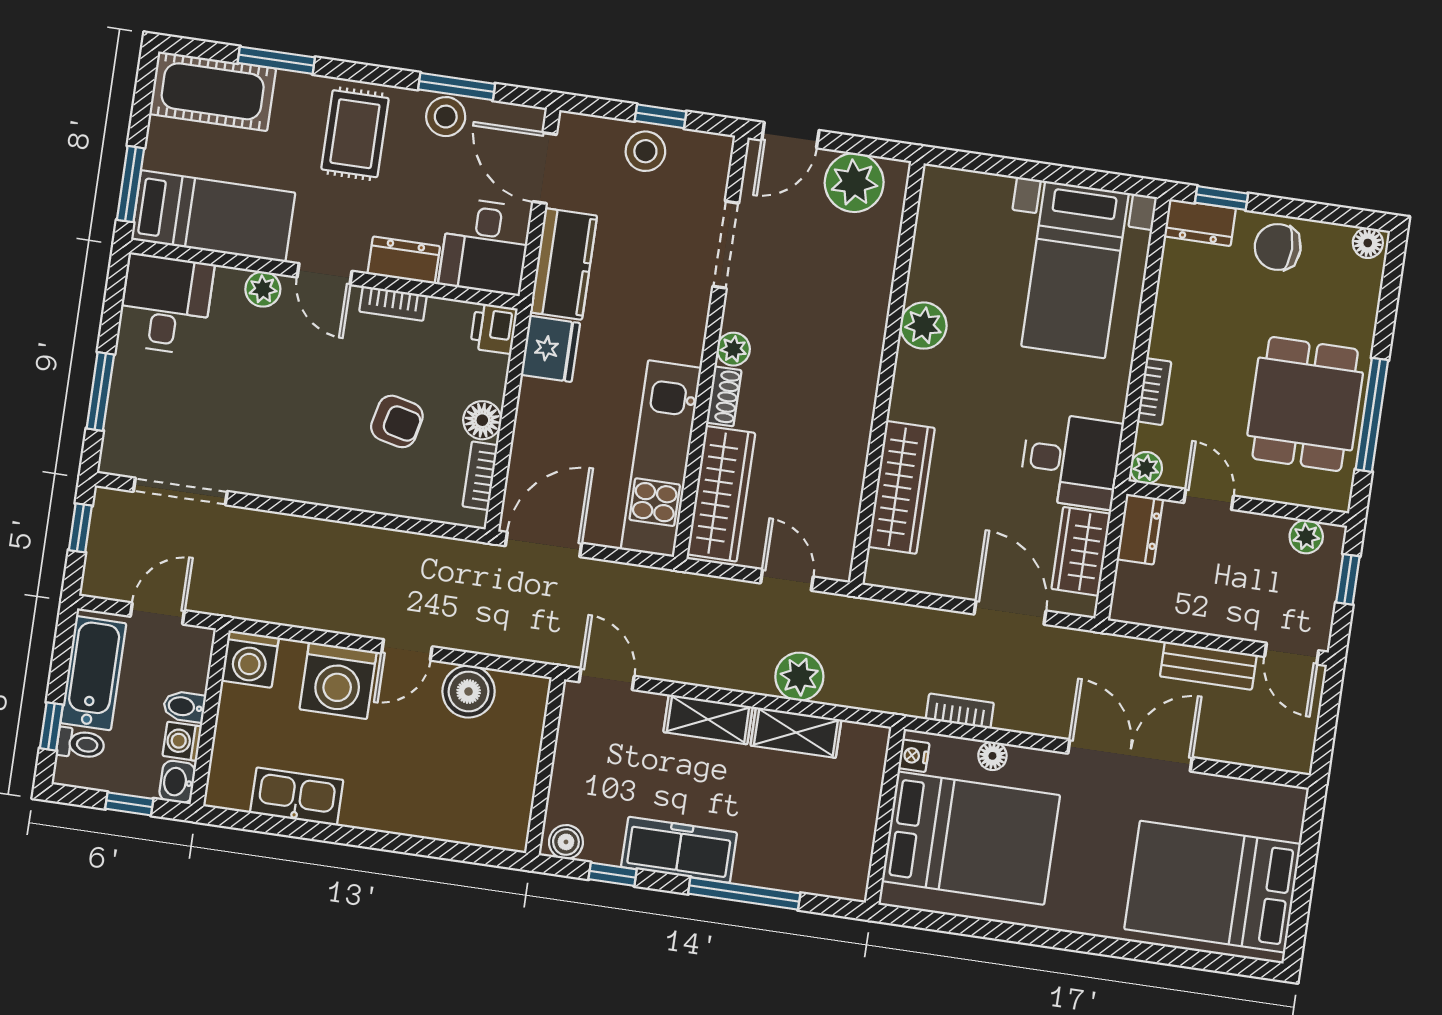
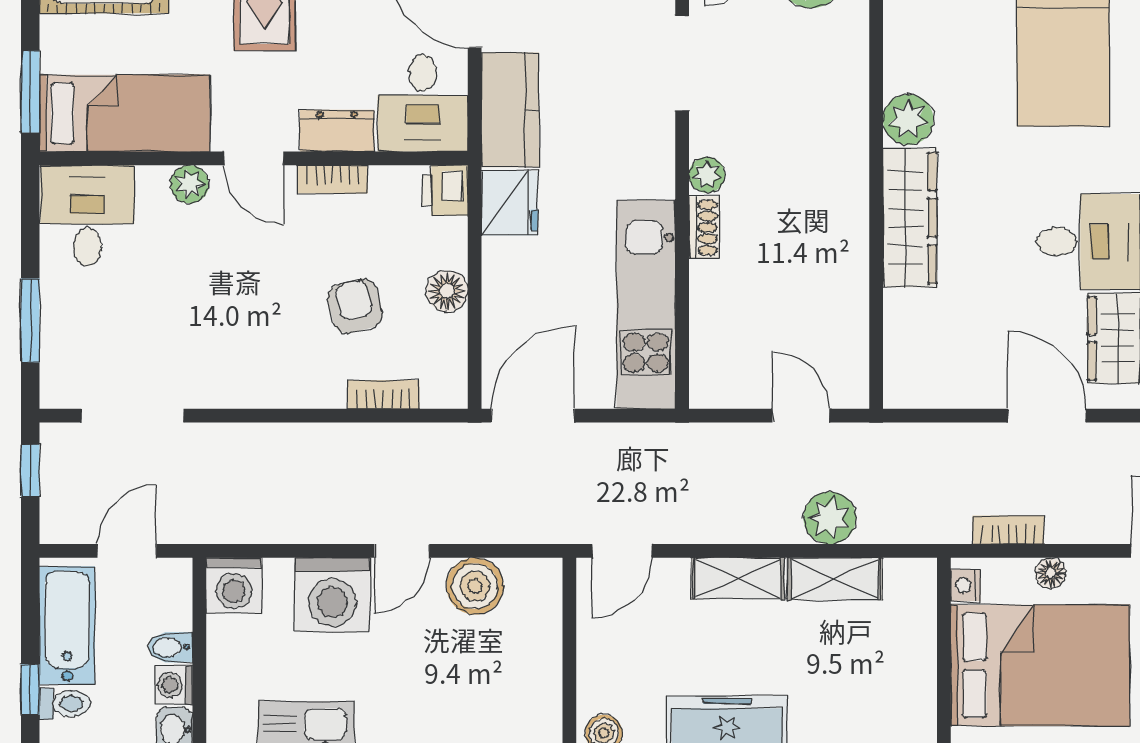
armchair: (397, 421) -> (355, 306), turned -117
bookcase: (480, 476) -> (383, 394), moved, turned 90
wardrobe: (901, 487) -> (910, 218), moved
wardrobe: (721, 494) -> (716, 333), removed
door: (607, 679) -> (622, 551), swing flipped

